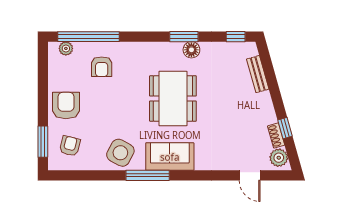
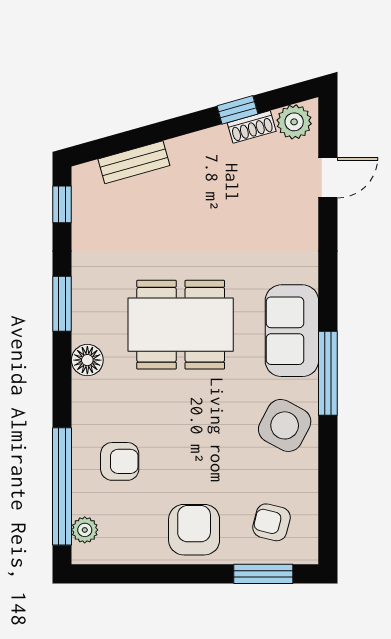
floor lamp: (191, 50) -> (87, 360), moved
armchair: (66, 105) -> (194, 530), turned 90

